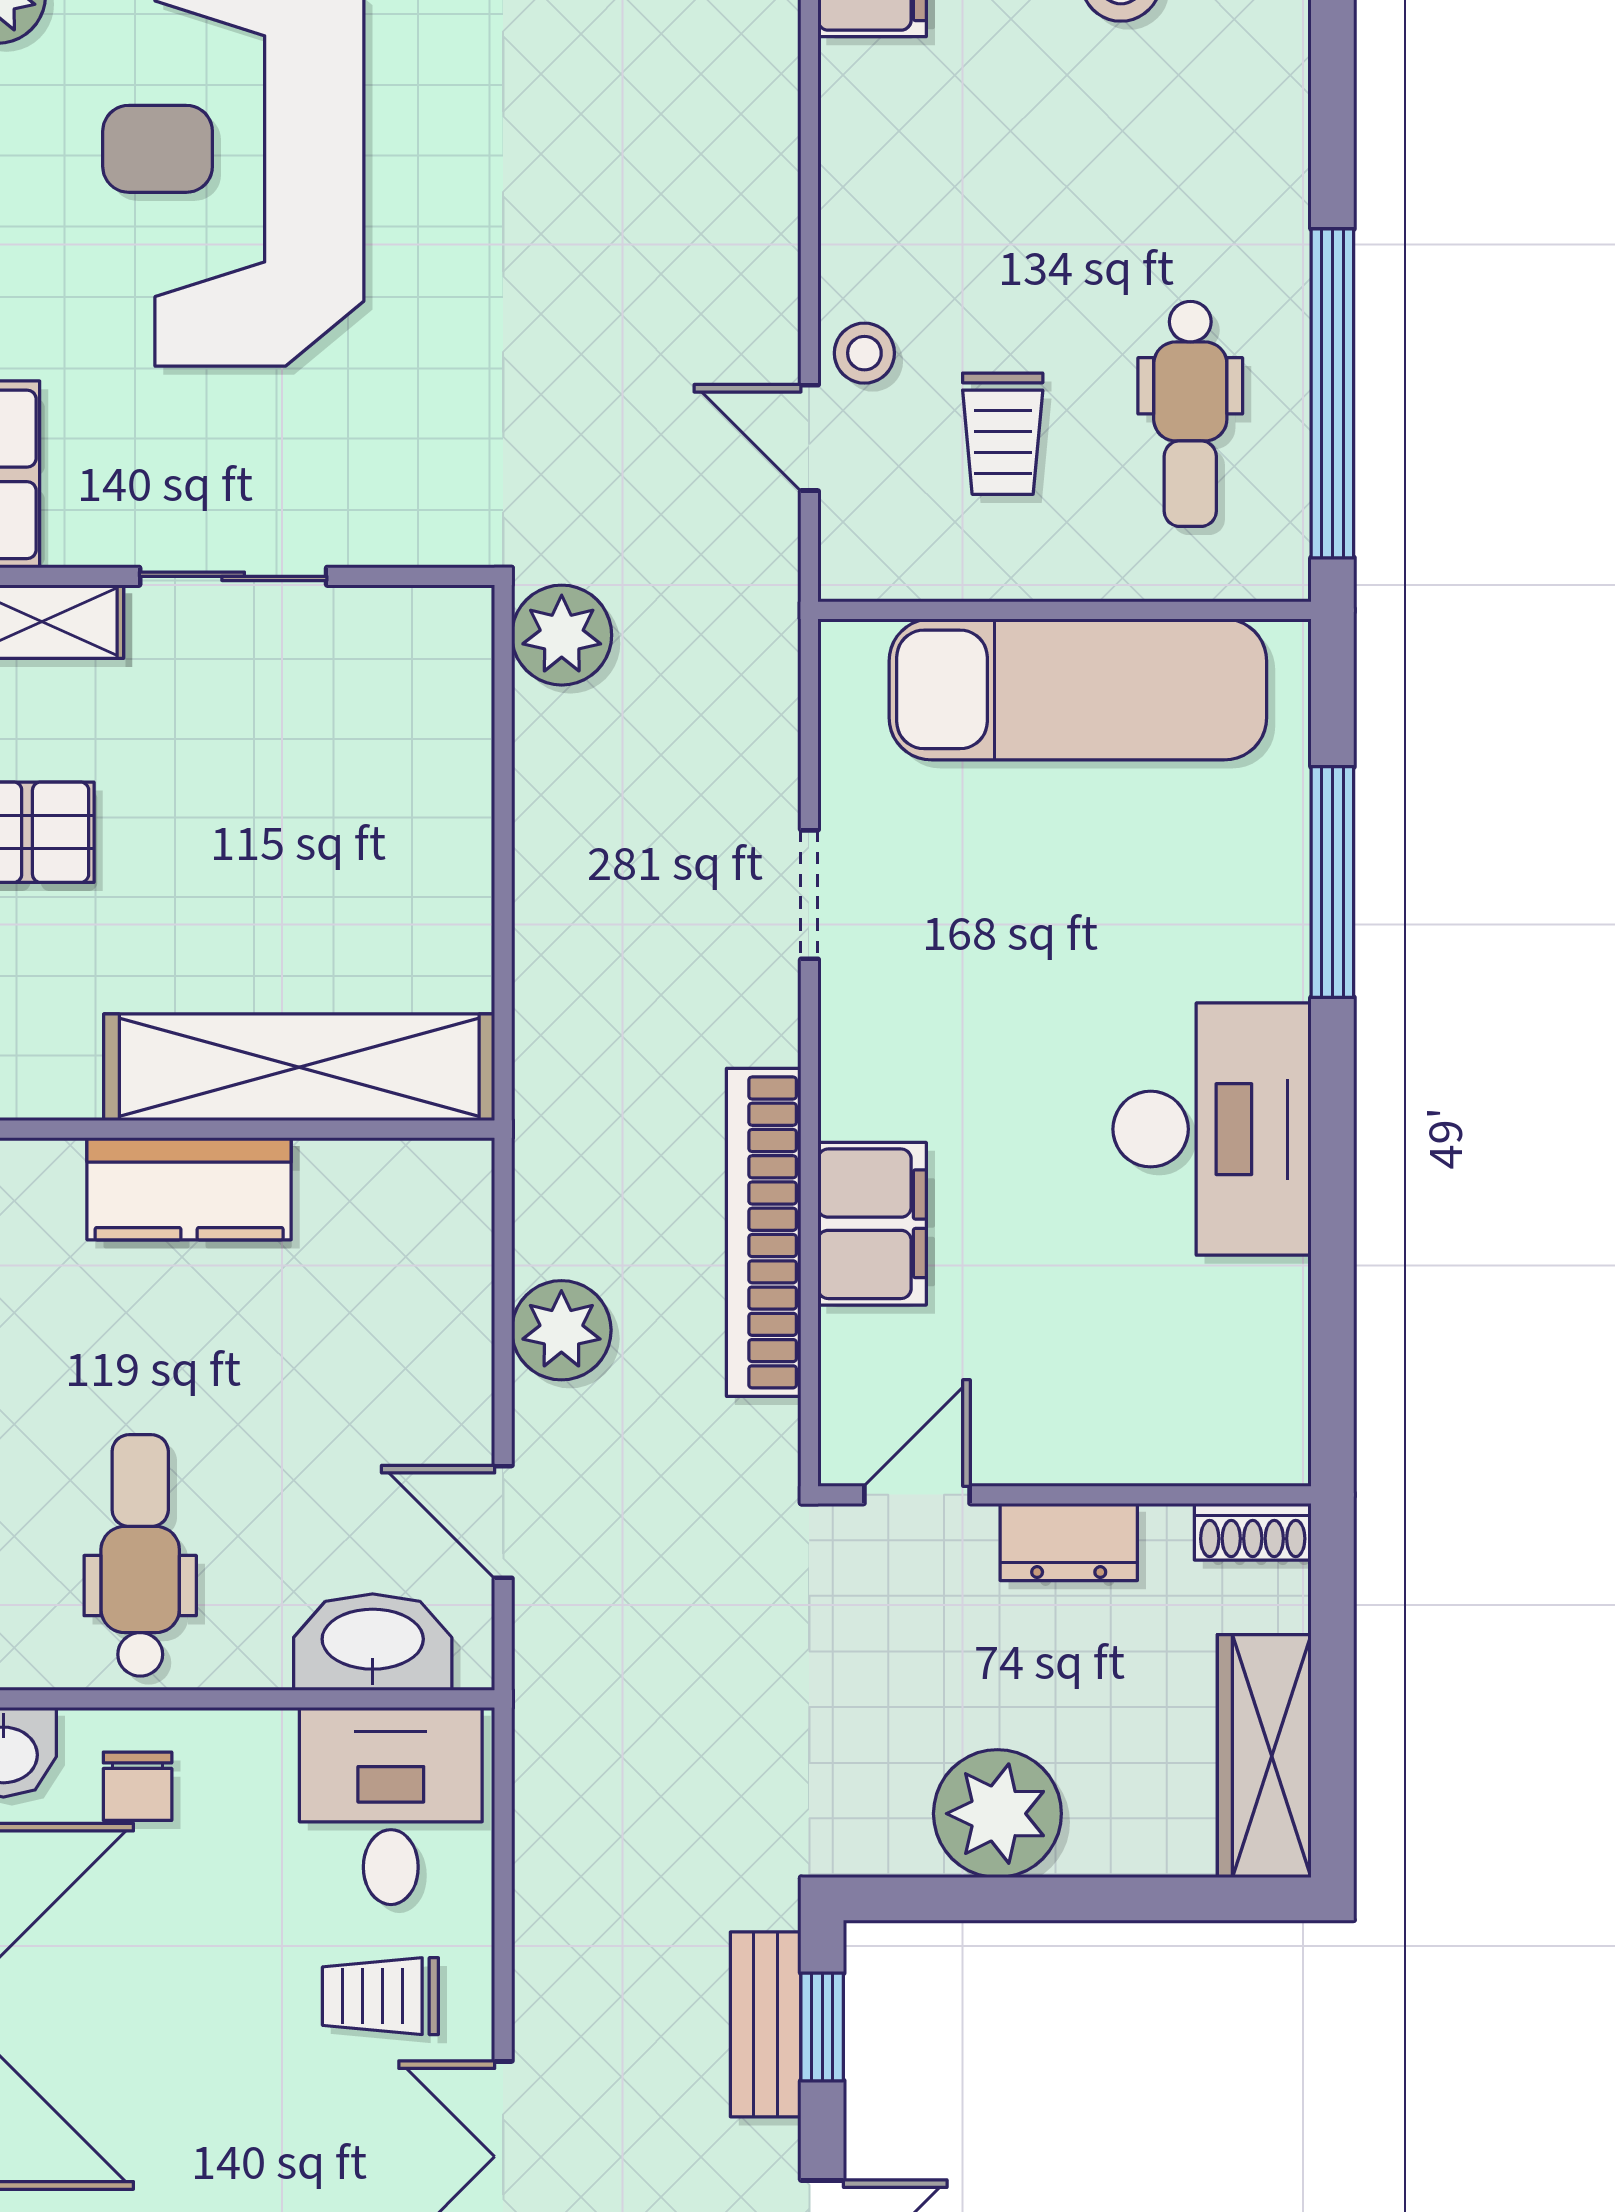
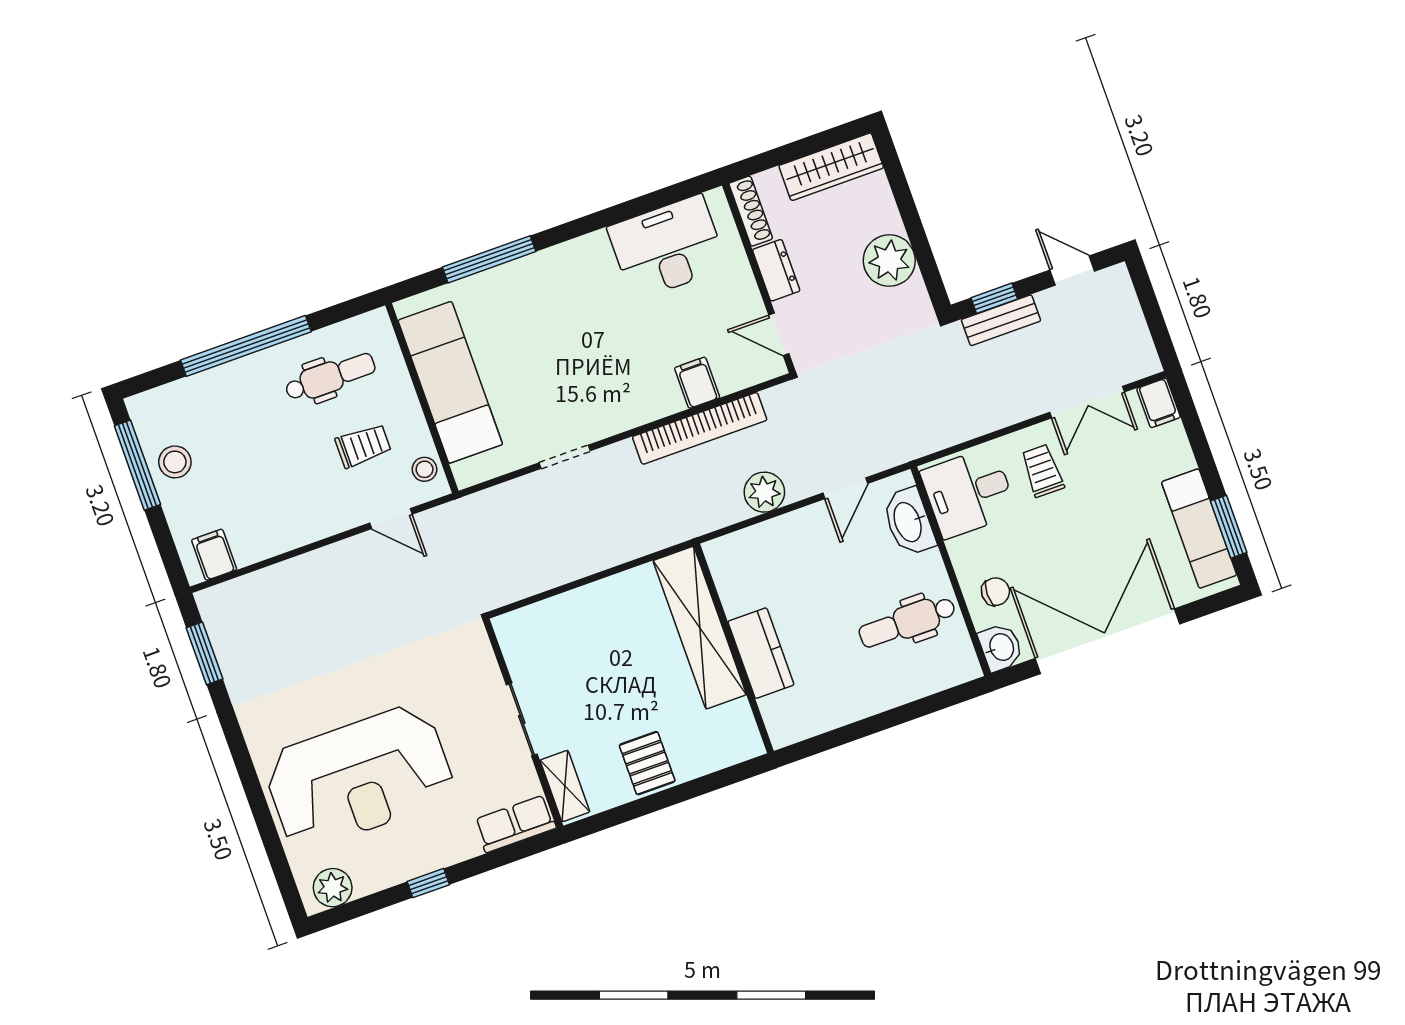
stool: (864, 353) -> (425, 469), moved
window: (1332, 393) -> (246, 346), moved
door: (809, 438) -> (391, 519), hinge flipped
plant: (562, 635) -> (500, 586), removed
desk: (1212, 1129) -> (667, 247), moved
filing cabinet: (872, 1224) -> (697, 383), width x0.50
shoe rack: (1253, 1532) -> (751, 211), width x1.43
trolley: (380, 1996) -> (1042, 471), turned 180

